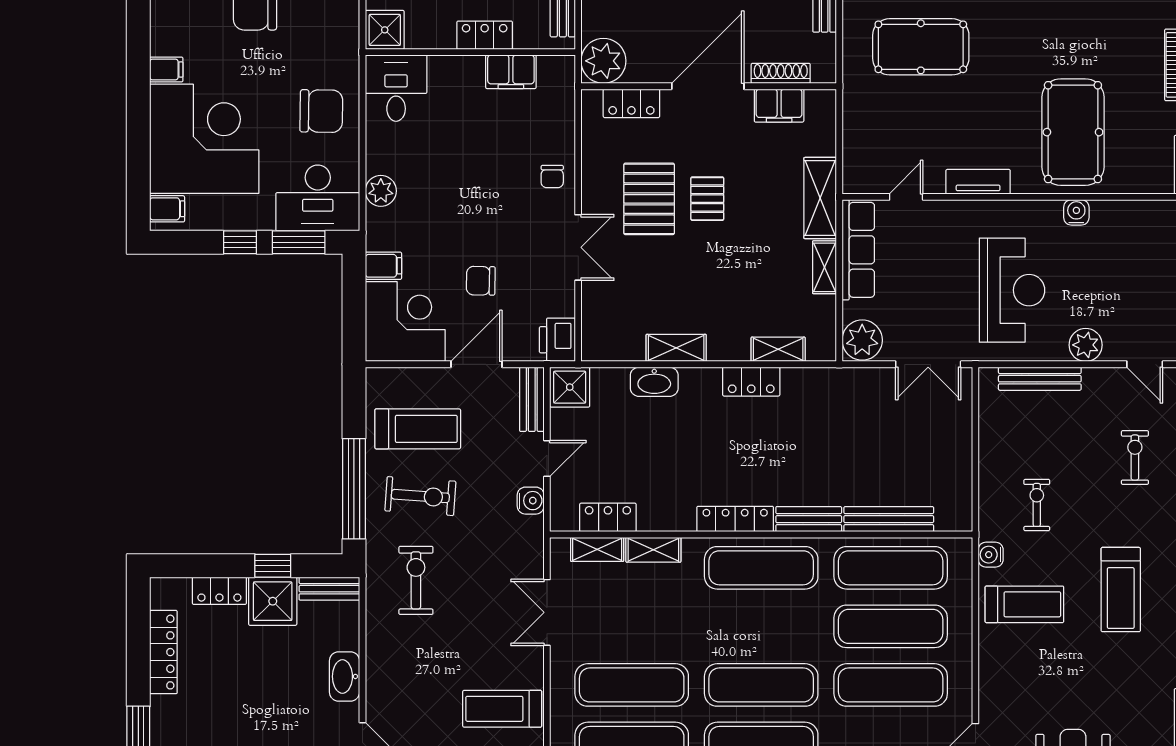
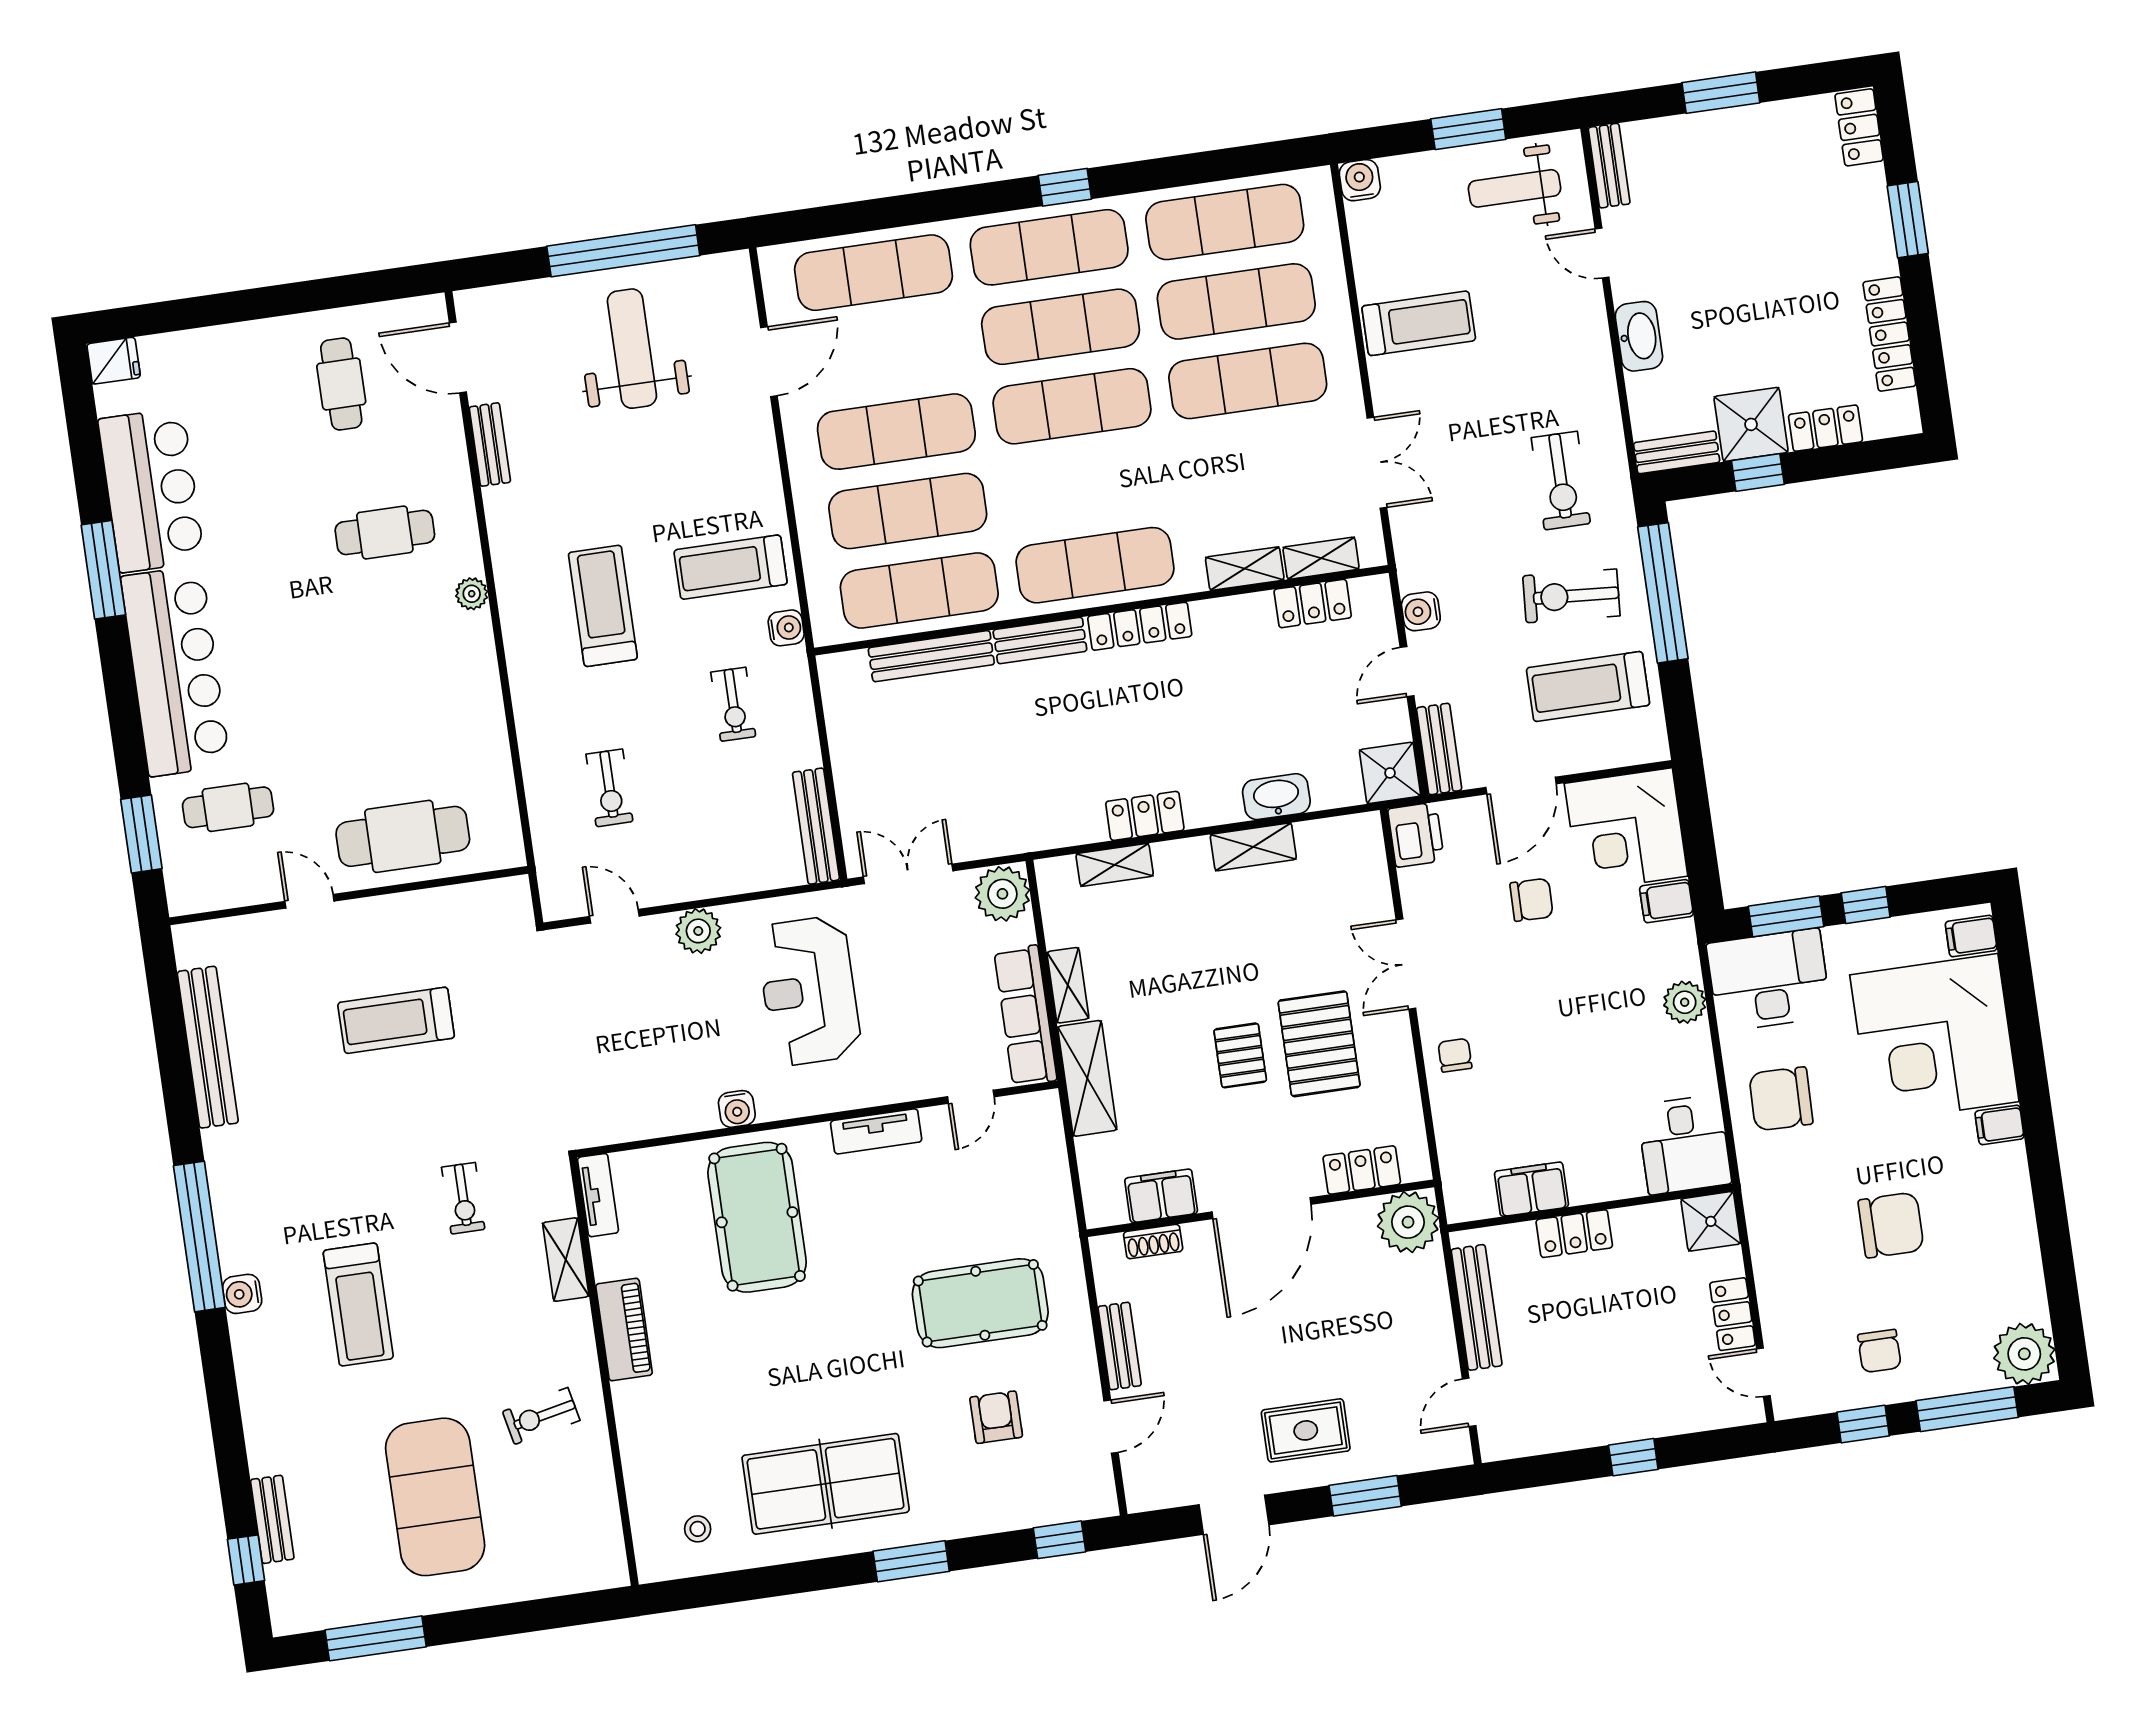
shoe rack: (781, 73) -> (1153, 1242), width x0.70
bench: (1040, 379) -> (816, 826), moved, turned 90

